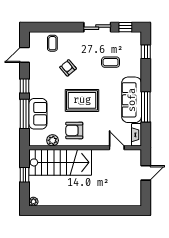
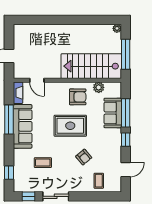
window: (24, 175) -> (126, 54), width x2.17

